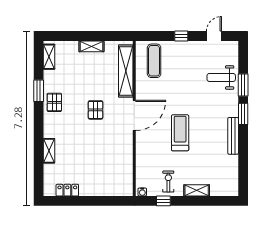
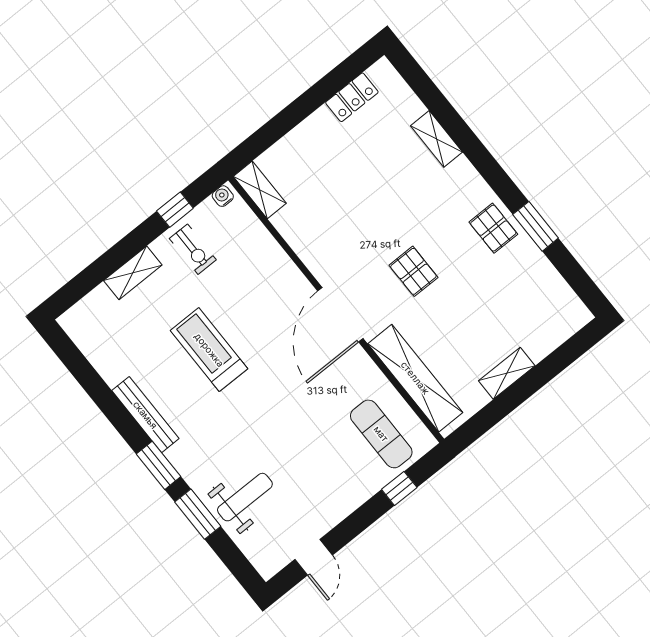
window: (181, 36) -> (399, 488), moved
shelving: (49, 57) -> (260, 190), moved
treadmill: (180, 133) -> (209, 350), moved, turned 180

